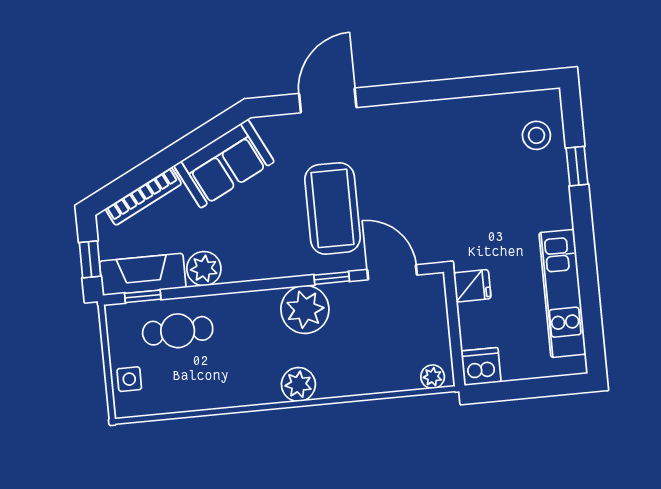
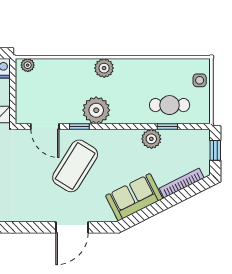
coffee table: (333, 208) -> (75, 166), turned 32
fireplace: (143, 274) -> (186, 139), removed
window: (143, 296) -> (167, 127), moved

